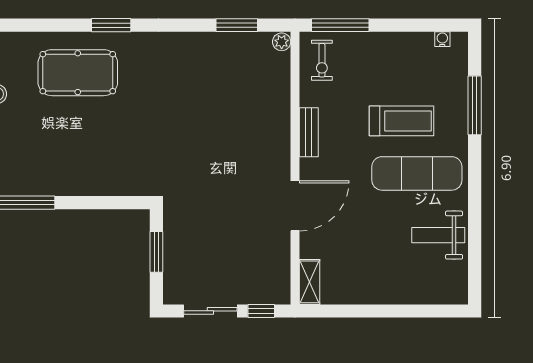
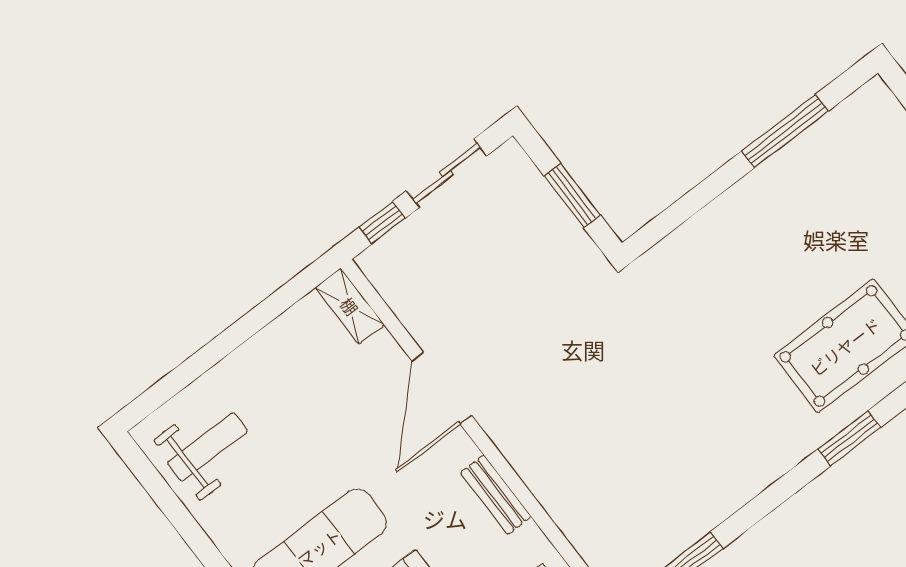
weight bench: (438, 235) -> (207, 447), moved

